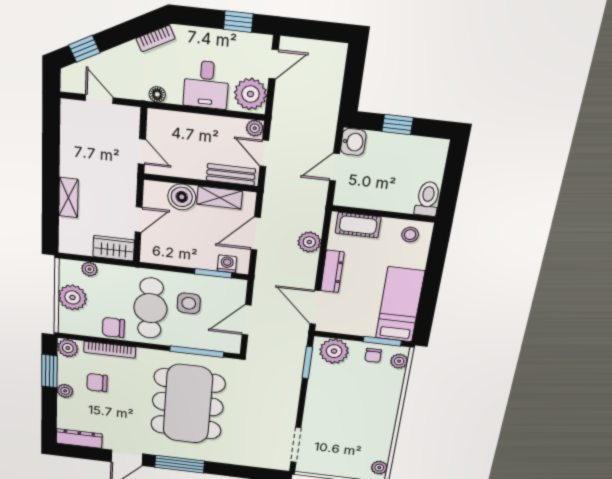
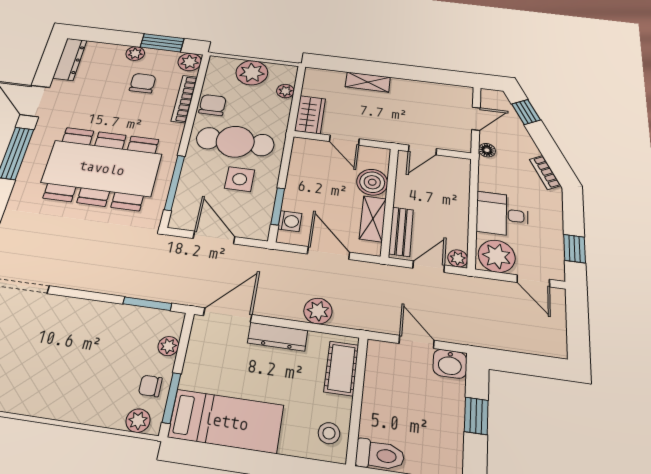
floor lamp: (157, 94) -> (487, 150), moved
plant: (334, 351) -> (168, 346), width x0.53, depth x0.53

